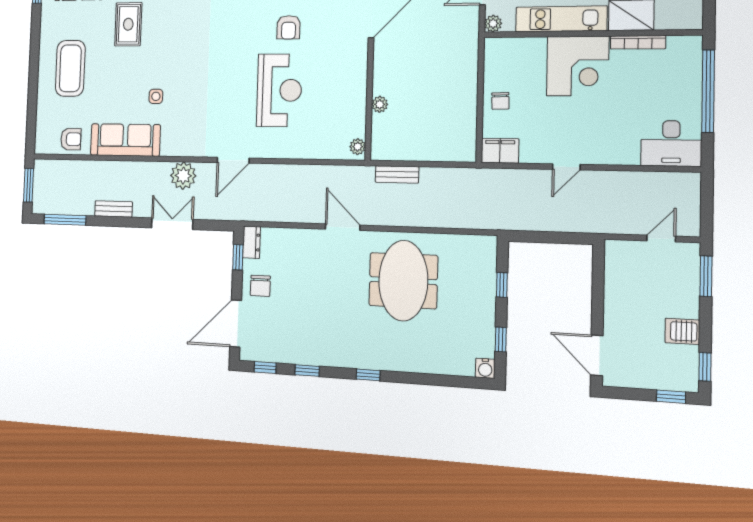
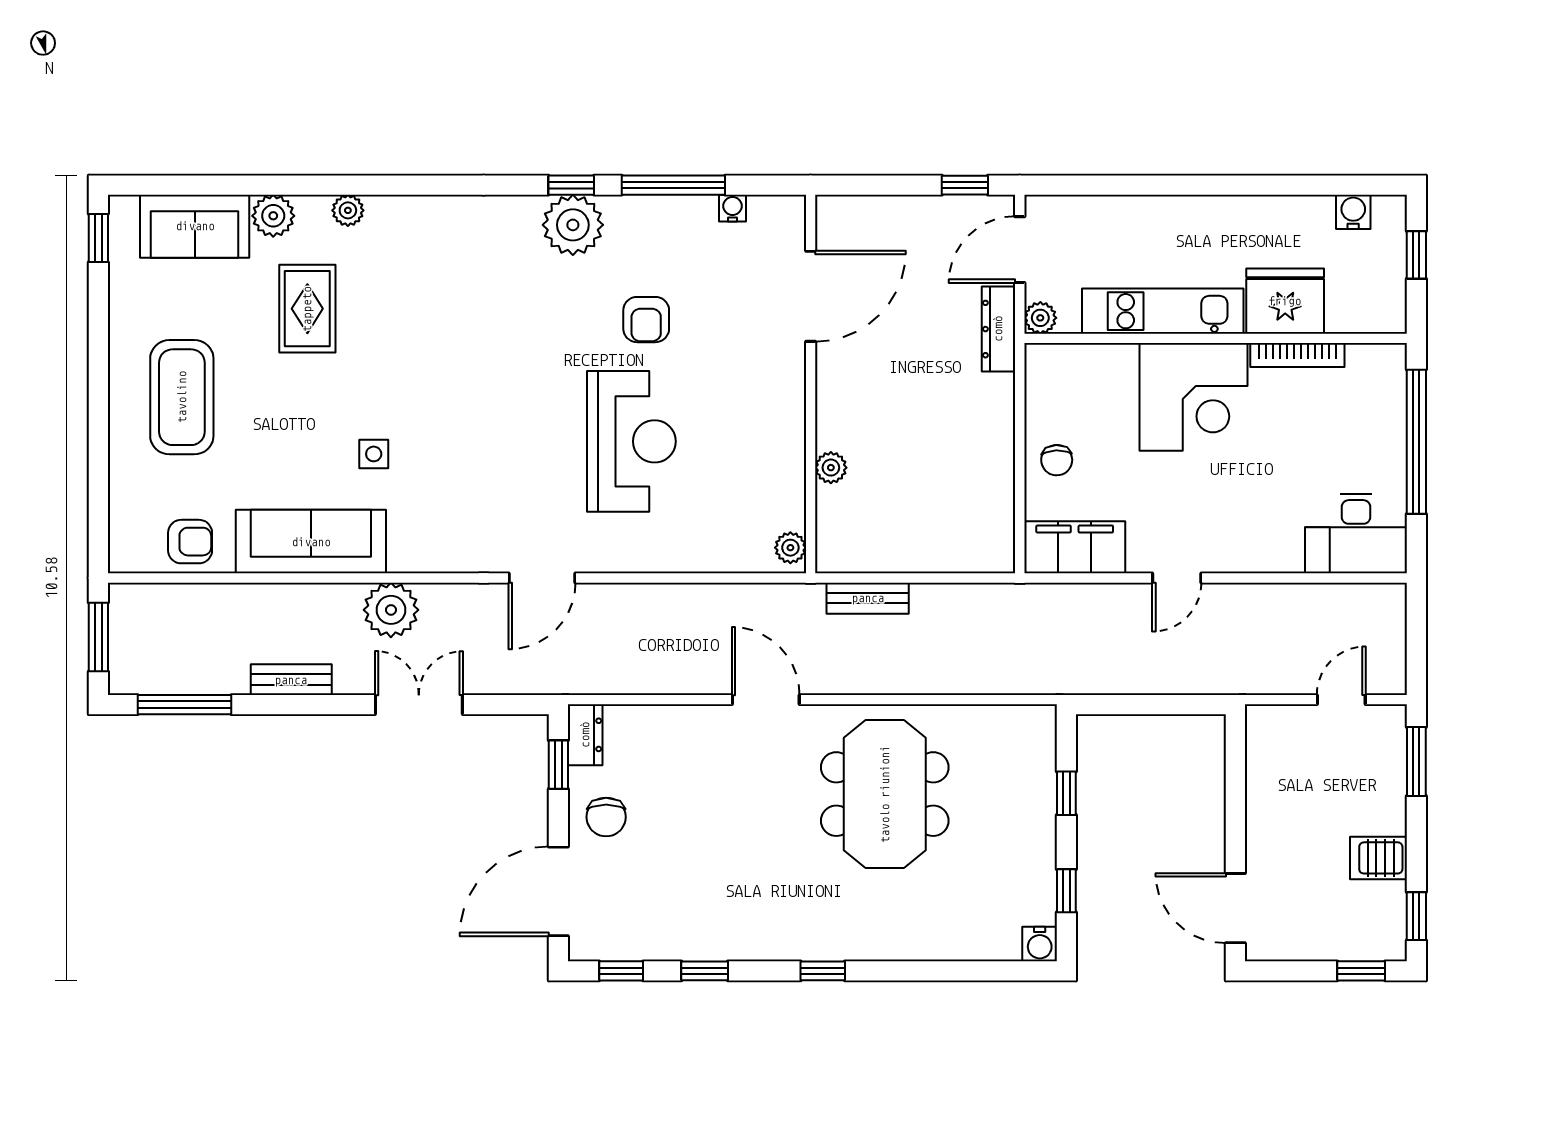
dresser: (470, 30) -> (998, 329), added
filing cabinet: (500, 151) -> (1075, 547), width x1.50, depth x1.17
plant: (183, 176) -> (391, 610), moved

